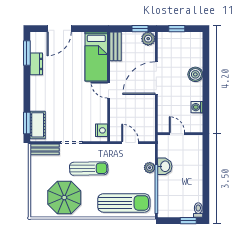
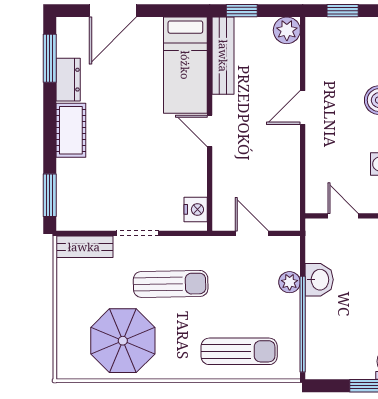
window: (140, 29) -> (242, 11), moved
bench: (115, 46) -> (223, 56), width x1.36
door: (156, 78) -> (303, 107), width x0.53
cot: (38, 125) -> (71, 130), moved
sun lounger: (124, 203) -> (239, 351), width x0.73, depth x0.75

